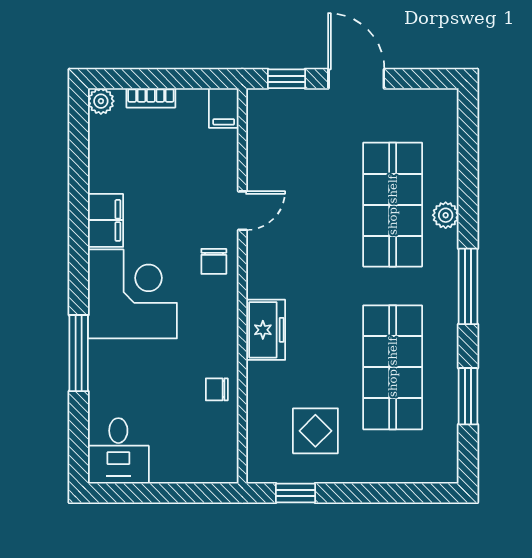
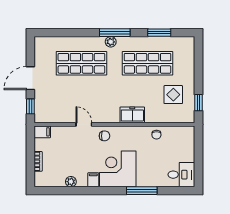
plant: (101, 101) -> (71, 182), moved
plant: (446, 215) -> (111, 42), moved
filing cabinet: (106, 220) -> (93, 180), width x0.50

